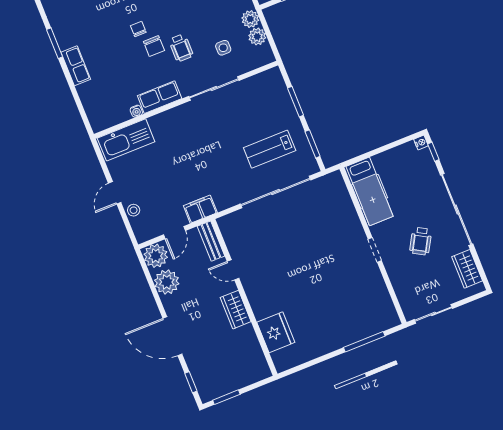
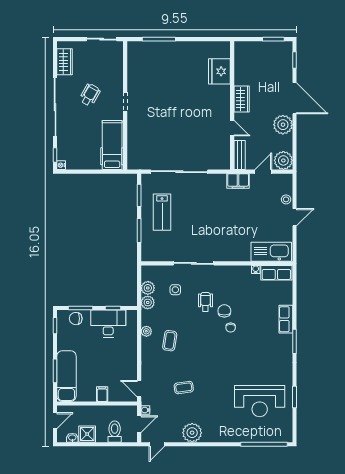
row of seats: (160, 97) -> (276, 273), moved
lab bench: (270, 149) -> (162, 212), moved, turned 90
plant: (167, 282) -> (283, 125), moved

